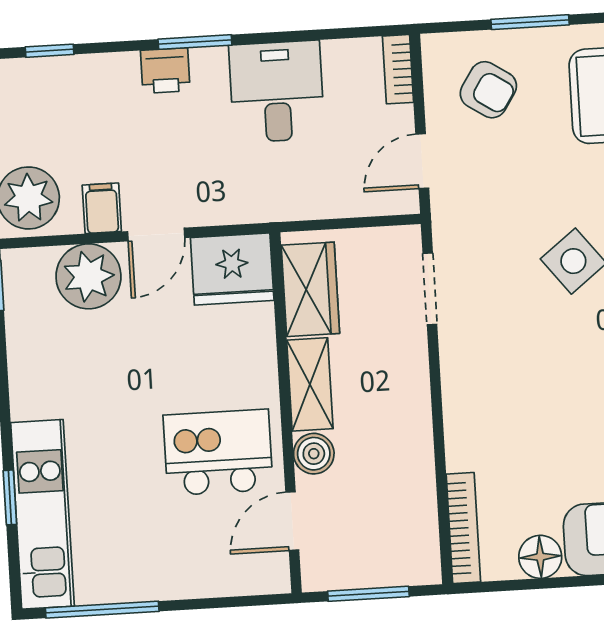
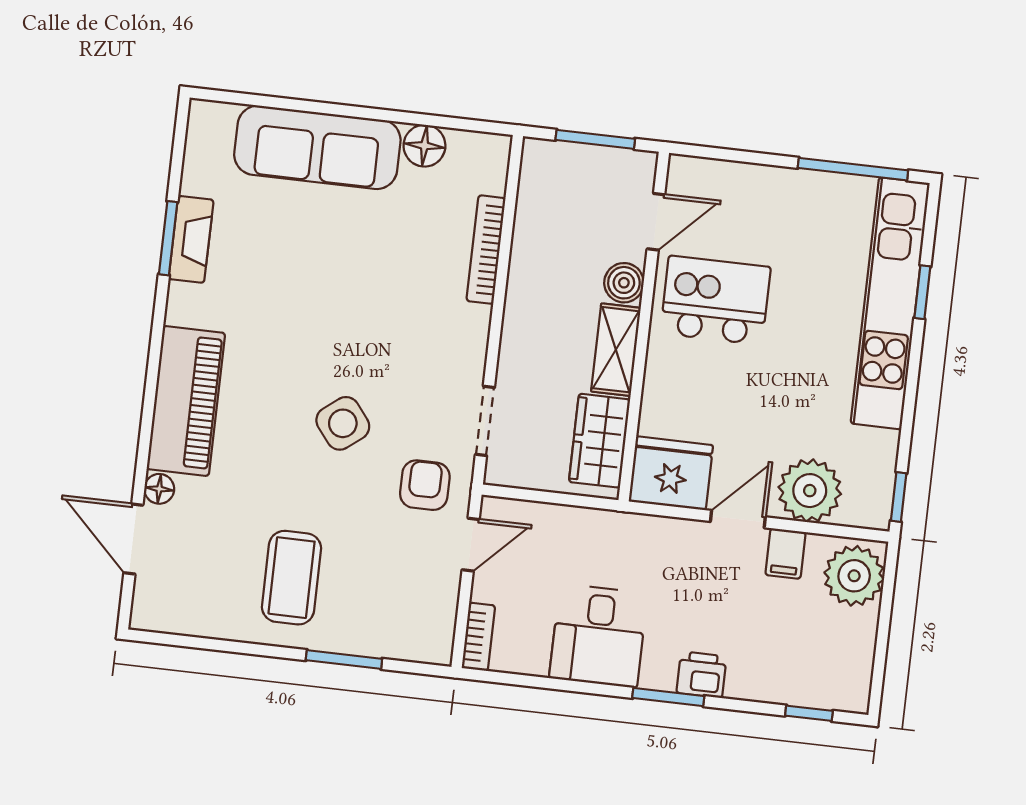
armchair: (488, 90) -> (425, 485), moved, turned 57
kitchen island: (218, 452) -> (715, 300), turned 180
kitchen unit: (42, 514) -> (890, 303), width x1.36
bookcase: (463, 528) -> (486, 250), moved

